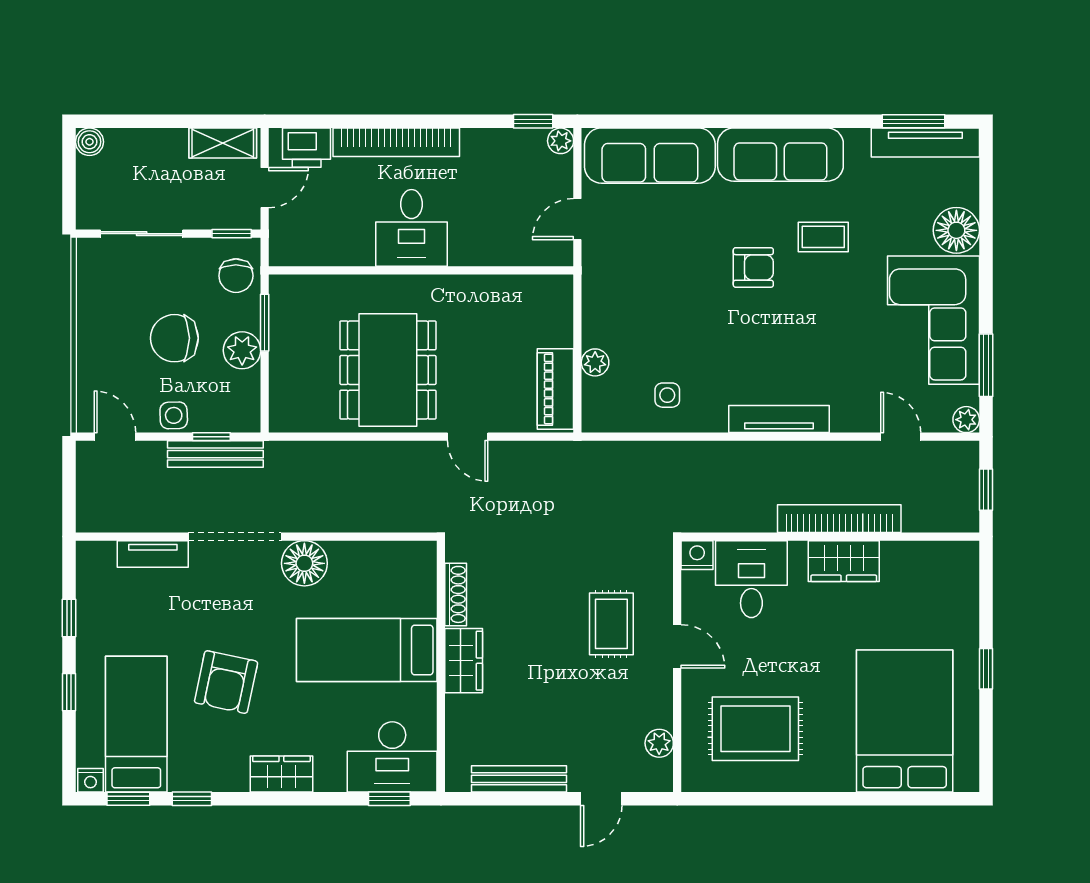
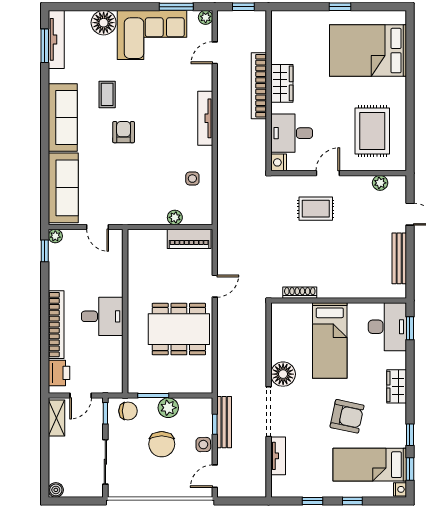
door: (265, 188) -> (81, 396), swing flipped
wardrobe: (464, 661) -> (336, 288), removed

